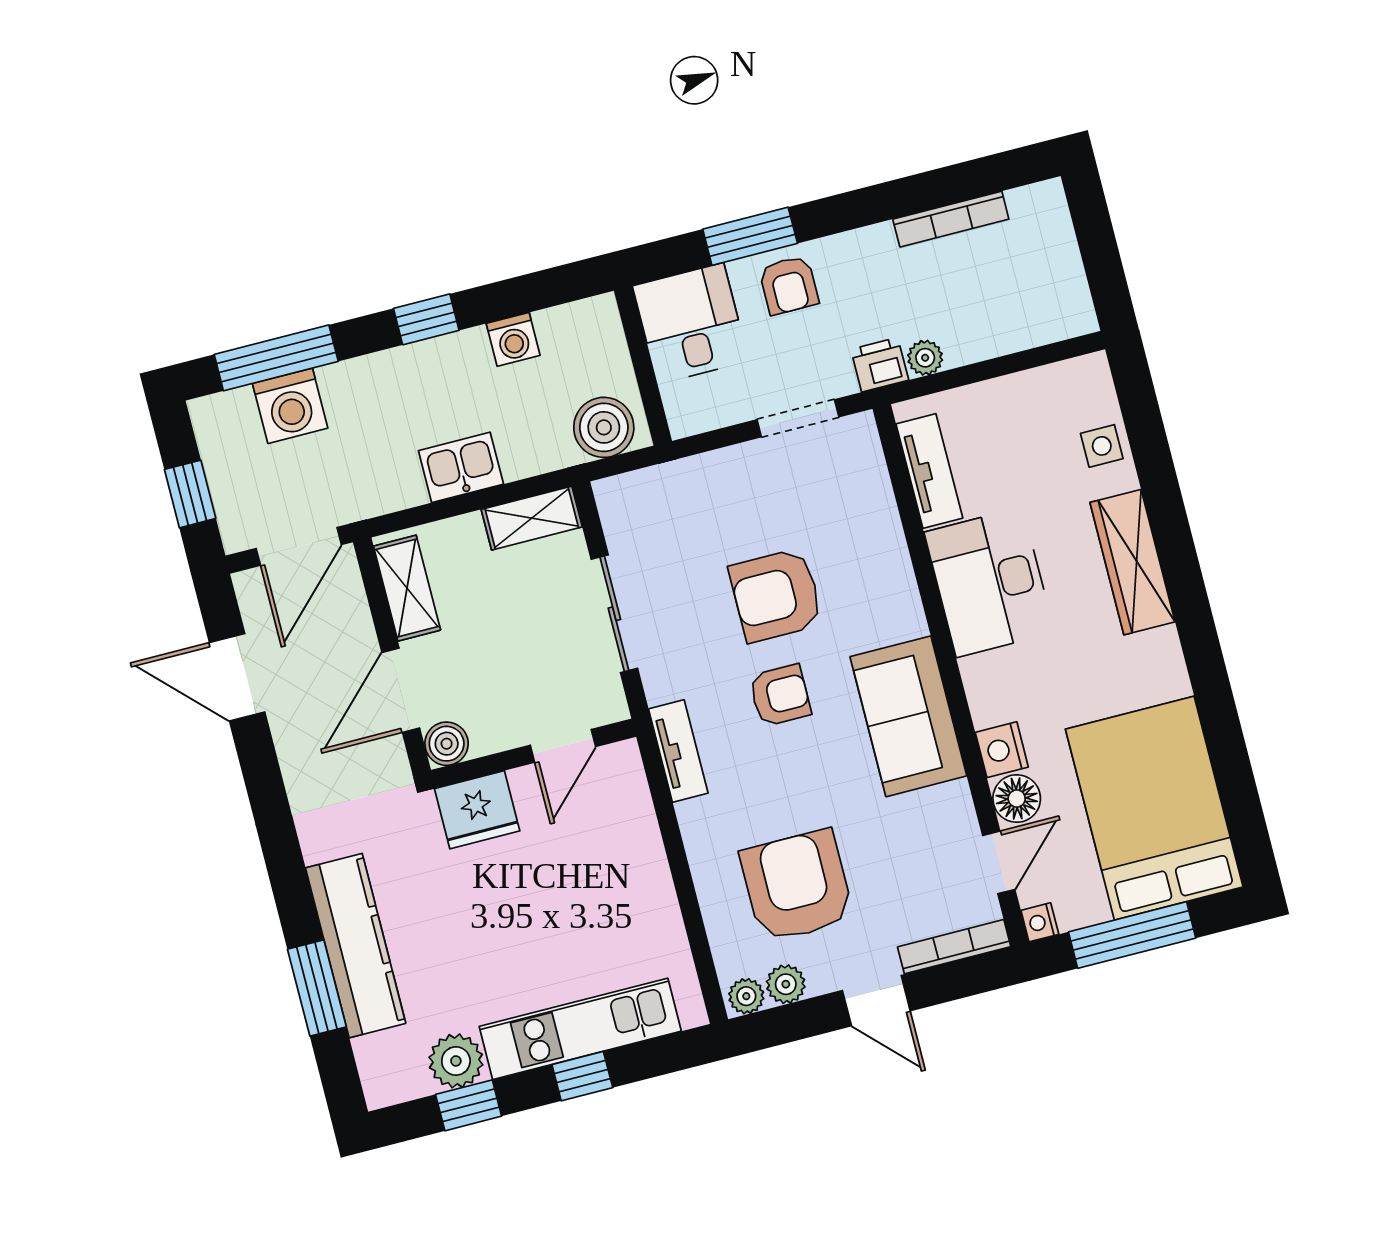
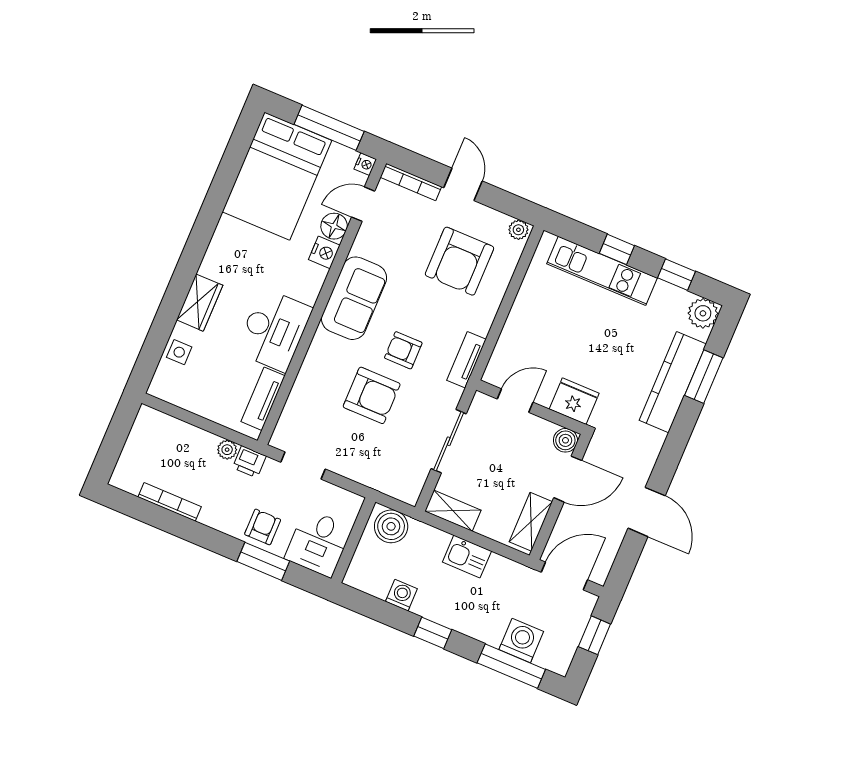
wardrobe: (1133, 562) -> (200, 303), width x0.67
door: (237, 677) -> (647, 512), moved
plant: (786, 984) -> (497, 222), removed
plant: (456, 1061) -> (703, 313), moved

